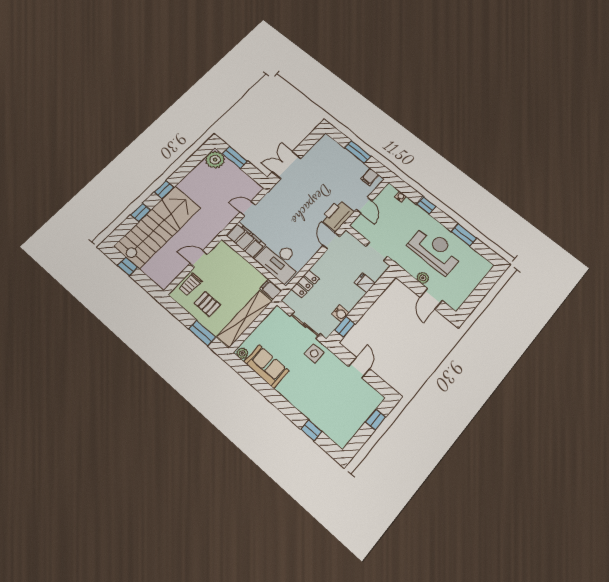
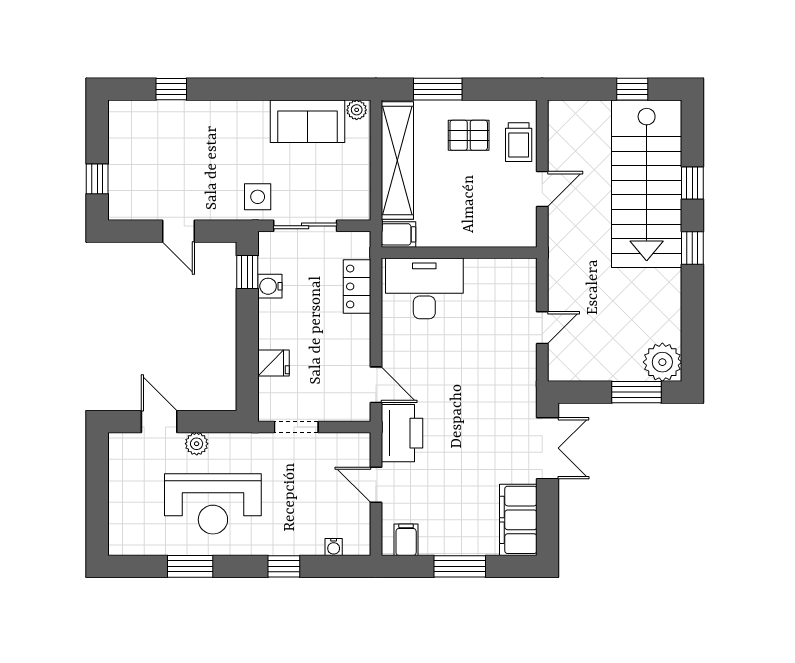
filing cabinet: (246, 240) -> (518, 520), moved, turned 90
trolley: (191, 284) -> (519, 142), turned 180

